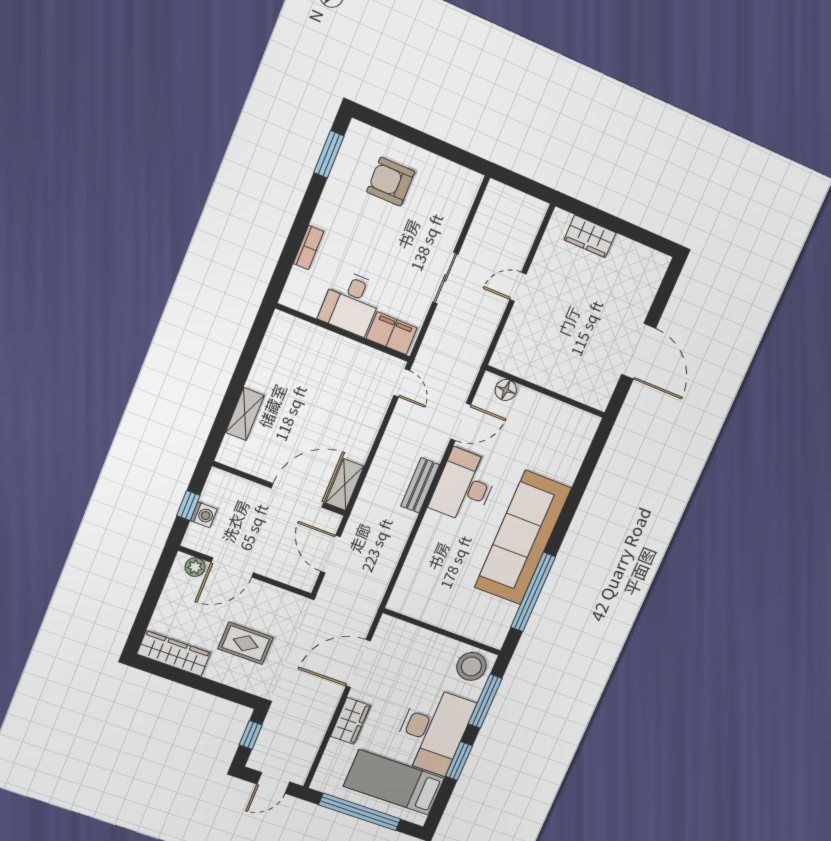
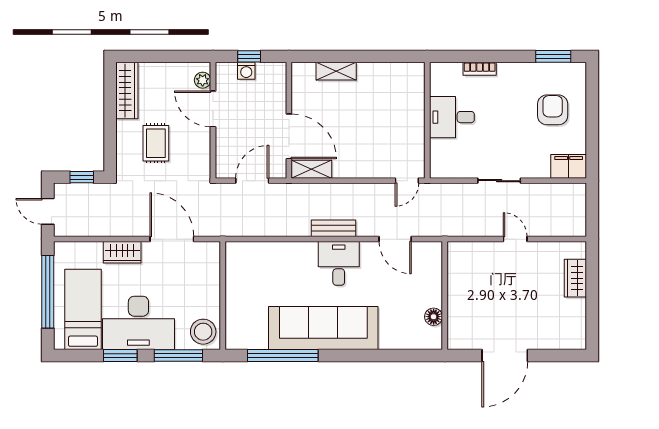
filing cabinet: (392, 333) -> (569, 166), moved, turned -90
floor lamp: (506, 390) -> (434, 317), moved
desk: (464, 486) -> (339, 263), width x0.73

